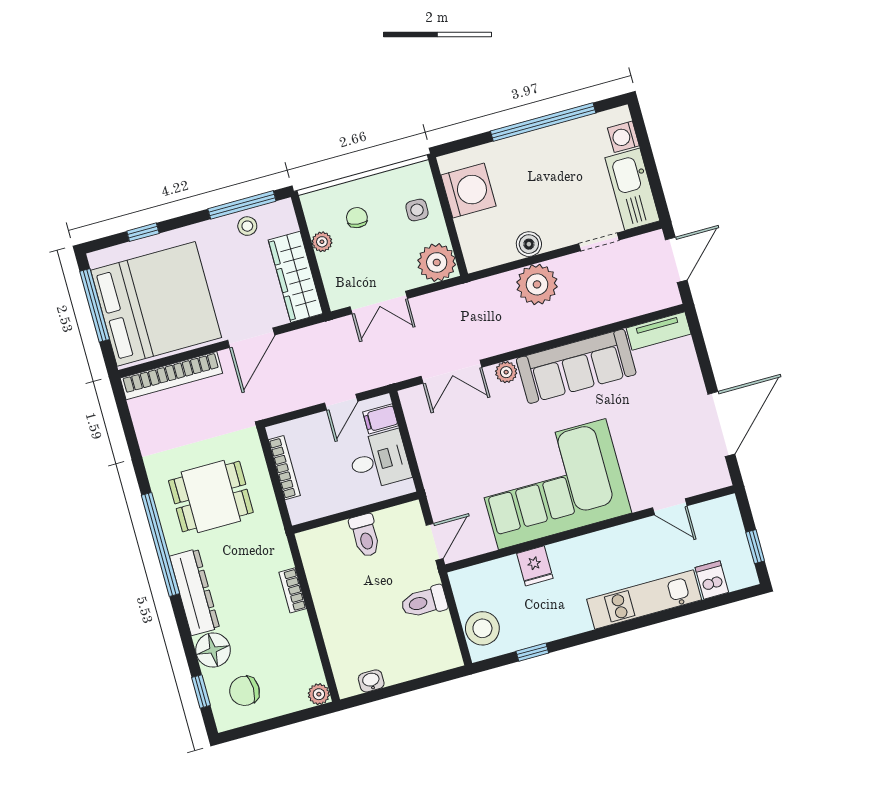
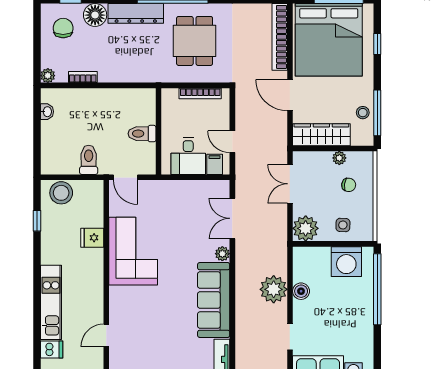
window: (543, 122) -> (377, 289), moved
corner sofa: (552, 484) -> (133, 251), width x0.73, depth x0.74
bookcase: (293, 590) -> (83, 77), moved

